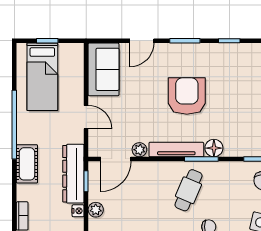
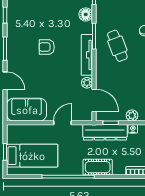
armchair: (187, 96) -> (47, 47), width x0.53, depth x0.53
floor lamp: (214, 148) -> (86, 14), moved
cafe table: (189, 190) -> (117, 46), turned 46

